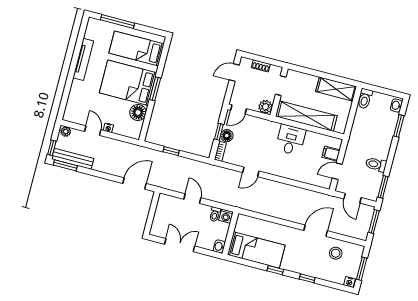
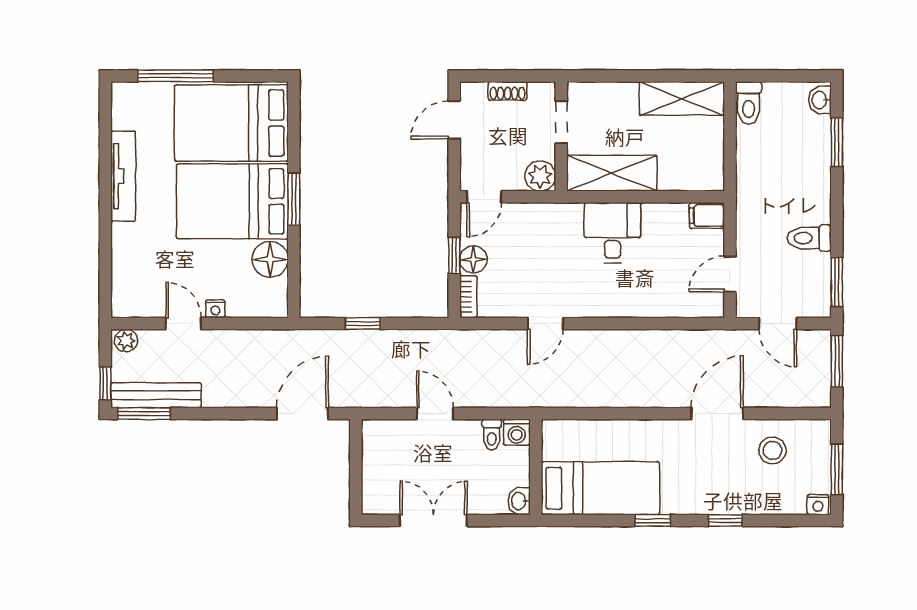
bed: (137, 48) -> (231, 123), width x1.50
shelving: (306, 116) -> (612, 173), width x0.68
filing cabinet: (331, 154) -> (707, 216), moved

